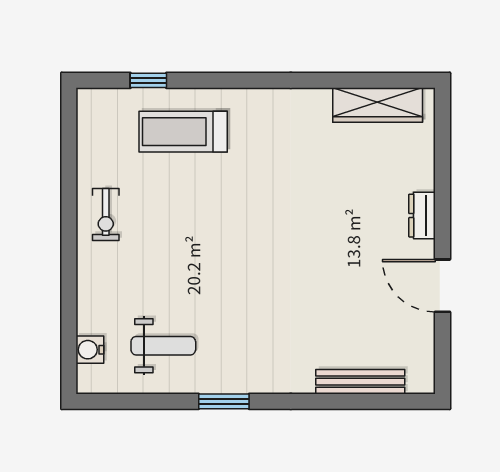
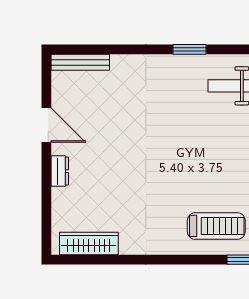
bench: (360, 382) -> (80, 62), moved

